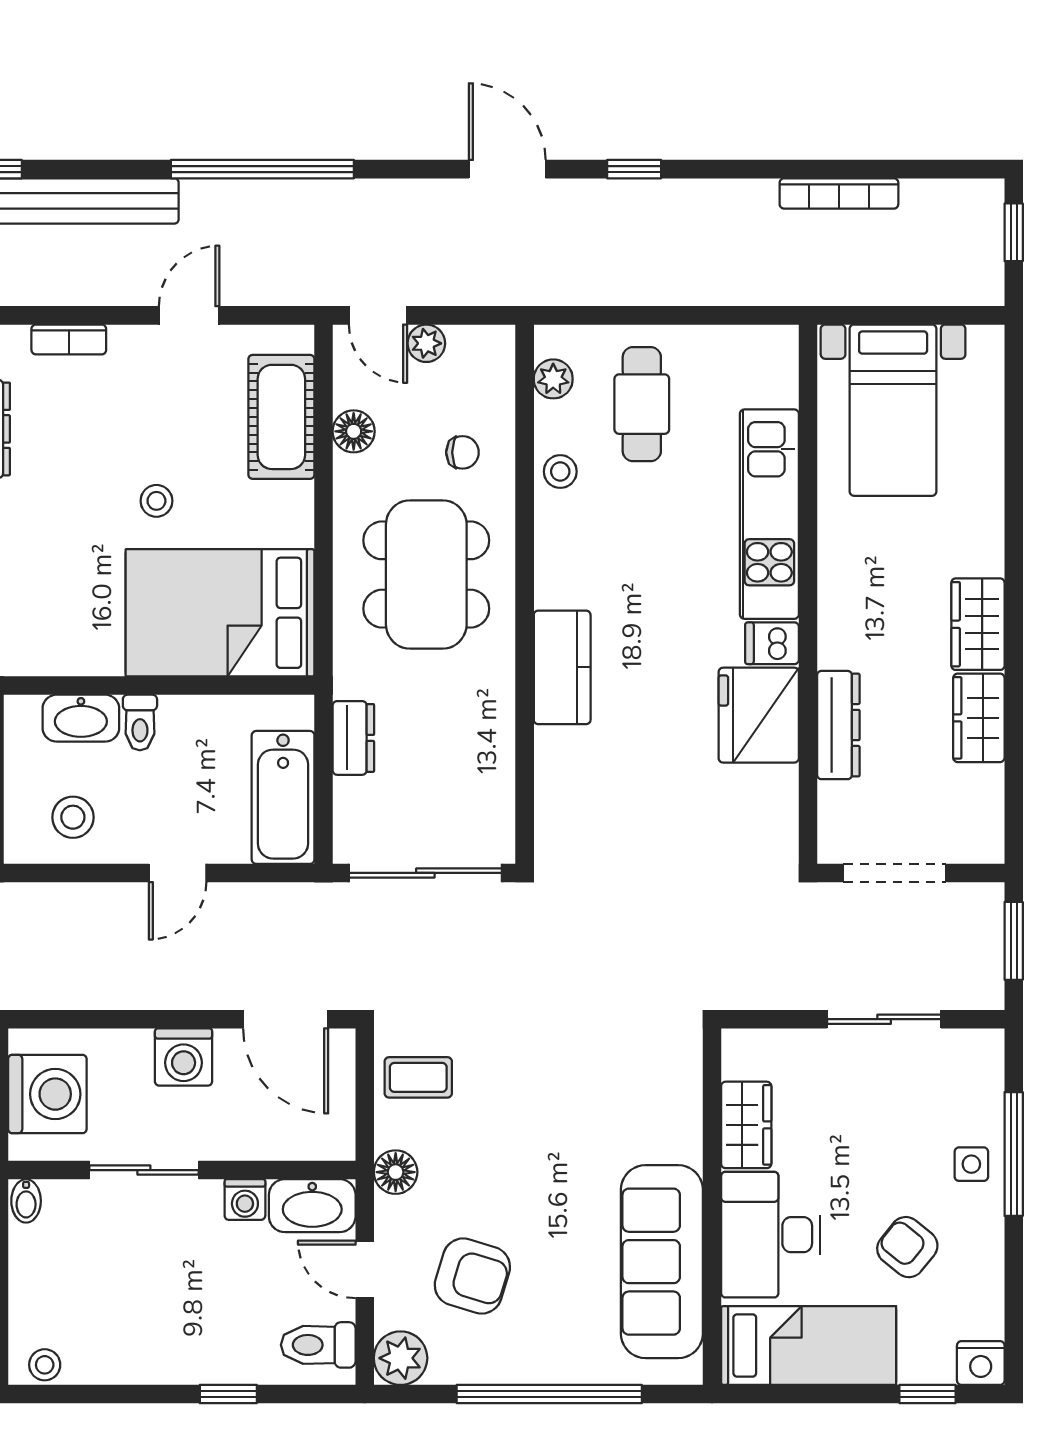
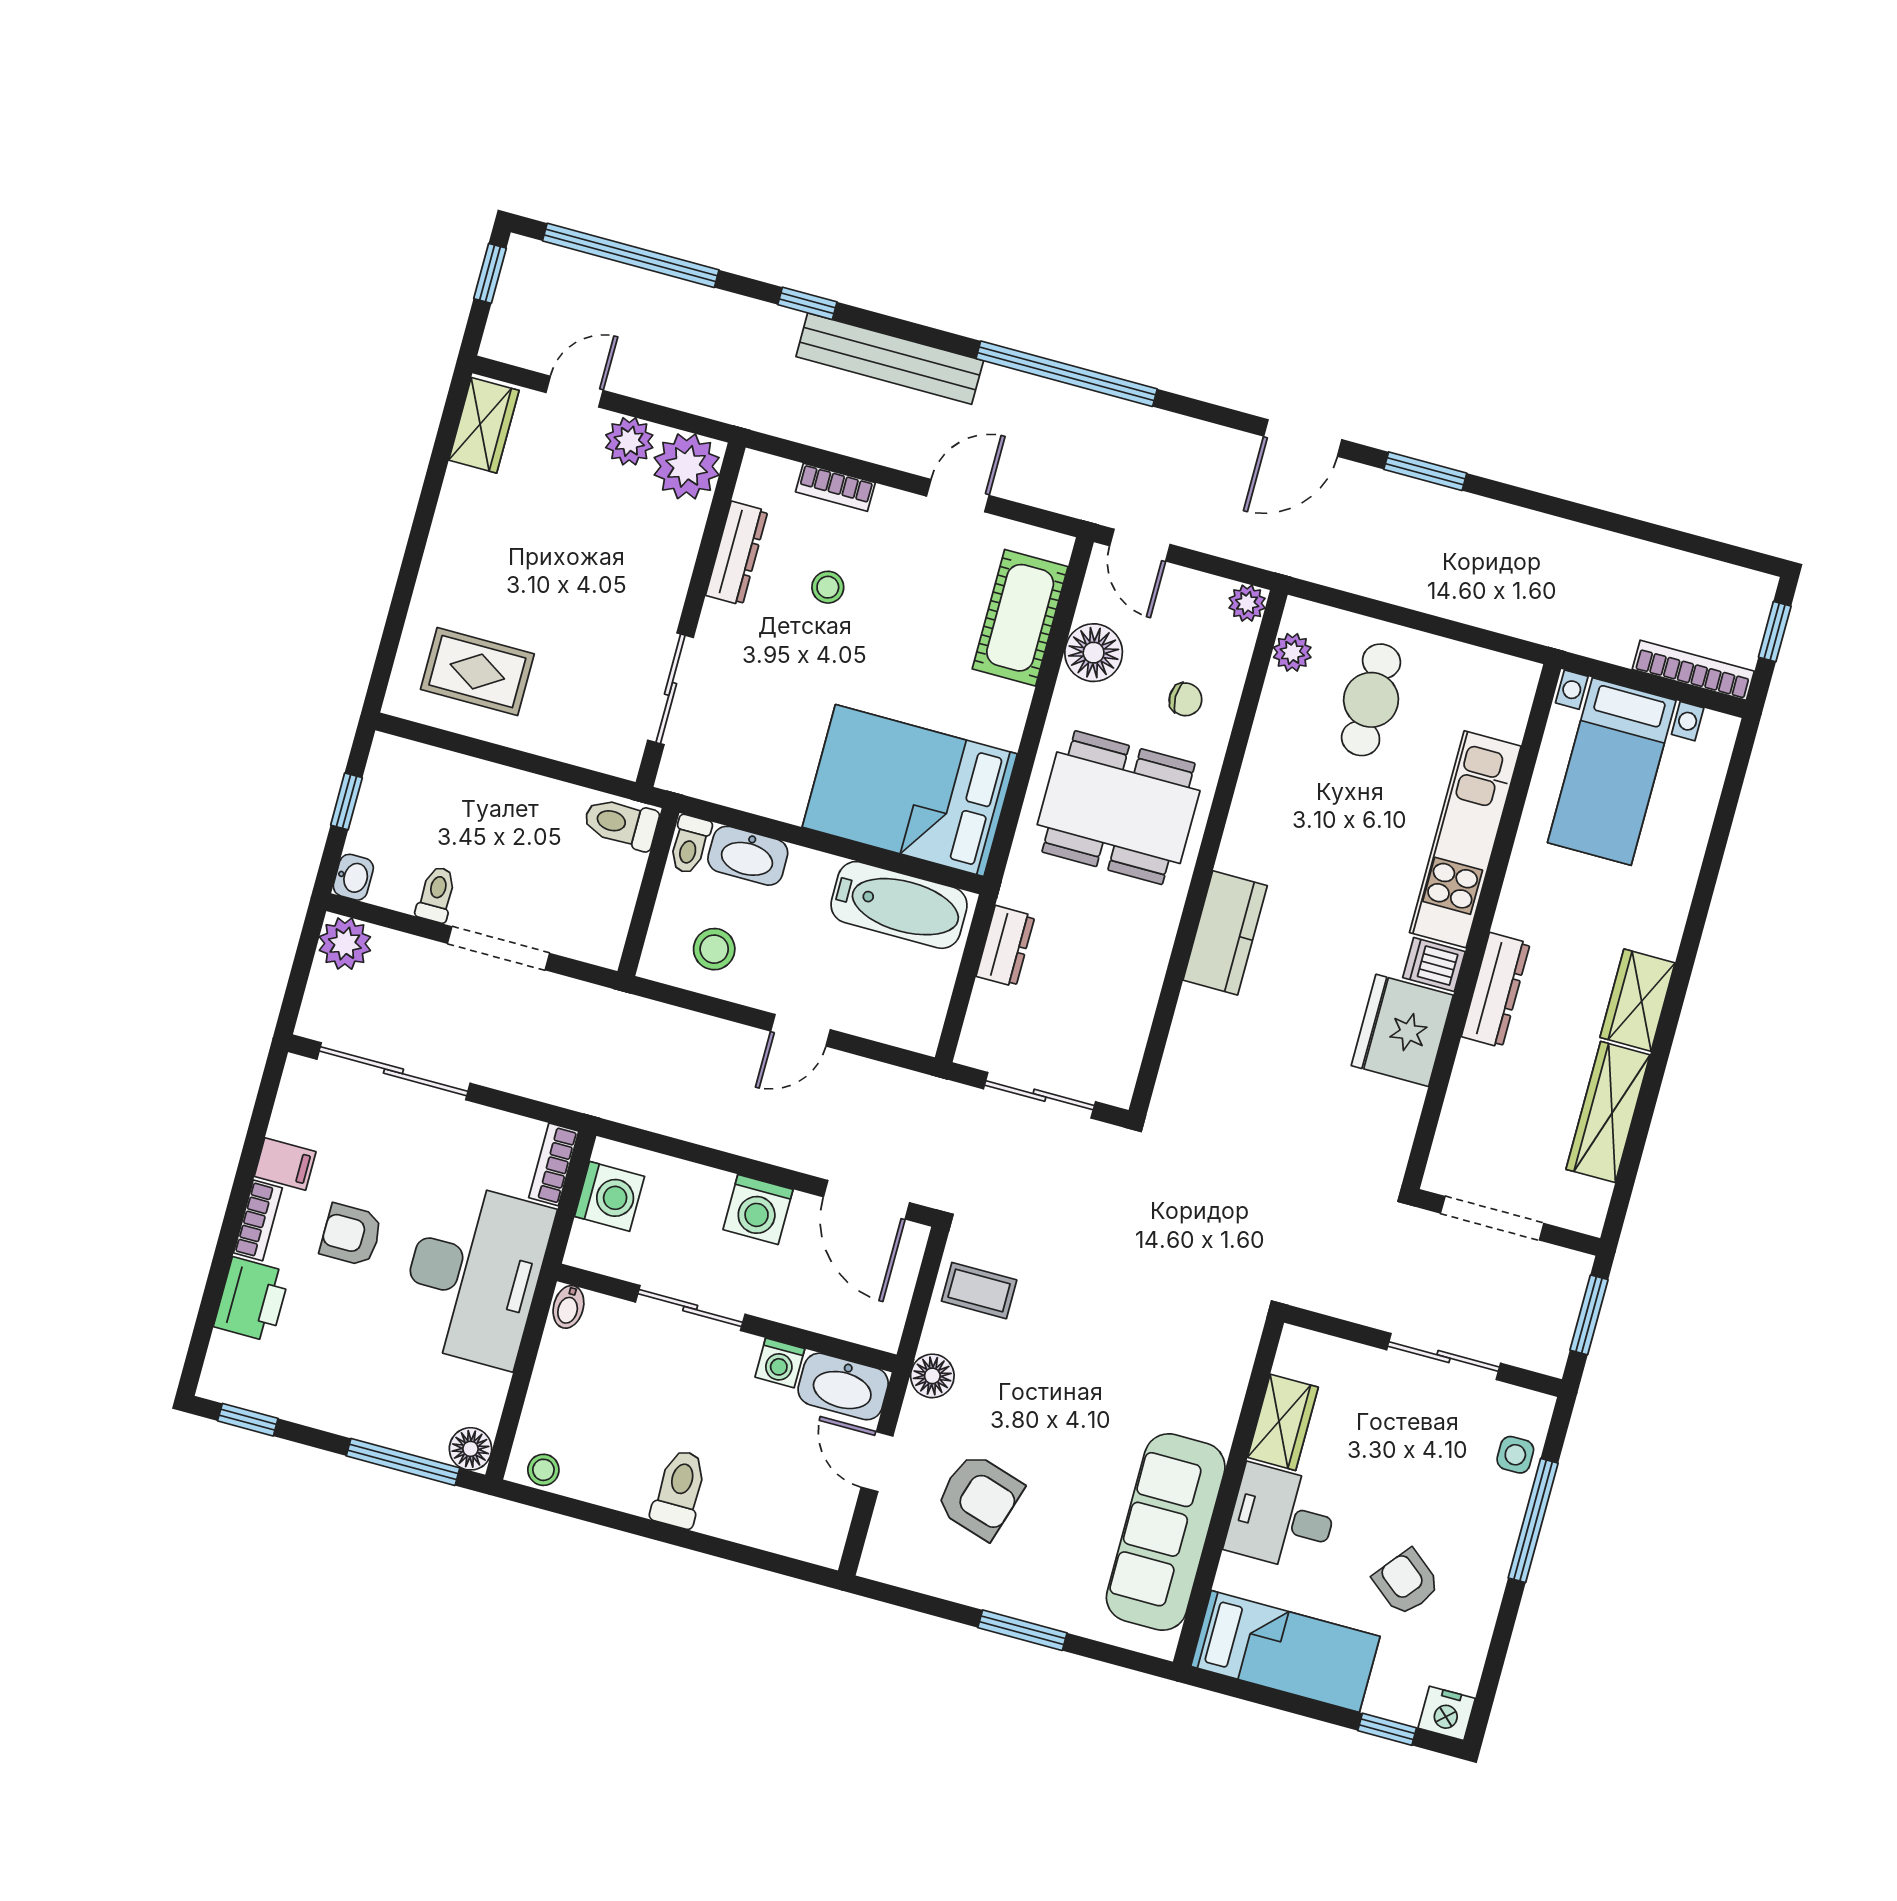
door: (507, 169) -> (1303, 438), swing flipped
window: (634, 169) -> (1425, 471), width x1.50
bookcase: (839, 193) -> (1693, 670), moved, turned 180
plant: (426, 343) -> (1247, 603), moved
floor lamp: (354, 431) -> (1094, 653), width x1.38, depth x1.38
stool: (560, 472) -> (1275, 743), removed
stool: (156, 501) -> (828, 587), moved
dining table: (426, 574) -> (1119, 808), turned 90
wardrobe: (979, 718) -> (1608, 1112), width x1.50
toilet: (140, 723) -> (690, 844), moved
dresser: (838, 725) -> (1496, 990), moved
bathtub: (283, 797) -> (899, 905), moved, turned -90
sliding door: (425, 873) -> (1039, 1095), width x0.73
washing machine: (47, 1094) -> (610, 1196), width x0.73, depth x0.73
side table: (971, 1164) -> (1515, 1455), moved
desk: (771, 1235) -> (1282, 1518), width x0.73
toilet: (318, 1345) -> (680, 1489), moved, turned 90
plant: (401, 1358) -> (888, 1557), removed
window: (228, 1394) -> (713, 1546), removed
window: (549, 1394) -> (1022, 1630), width x0.47

